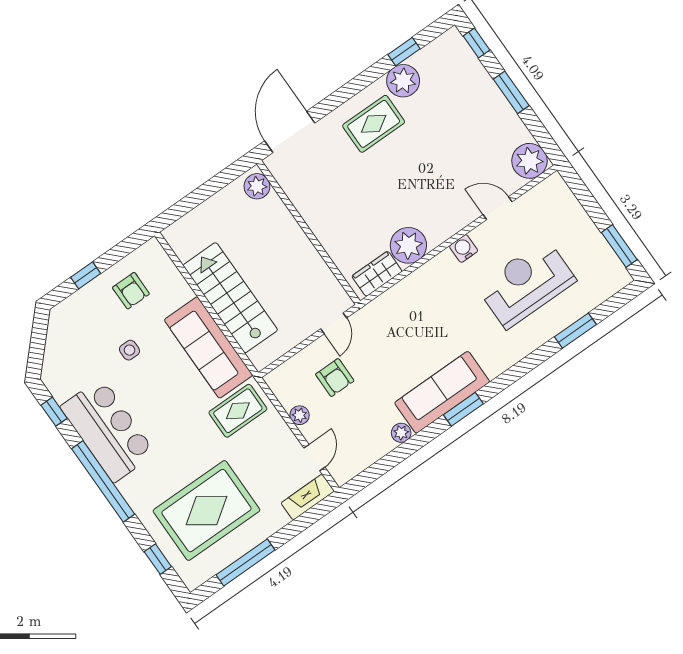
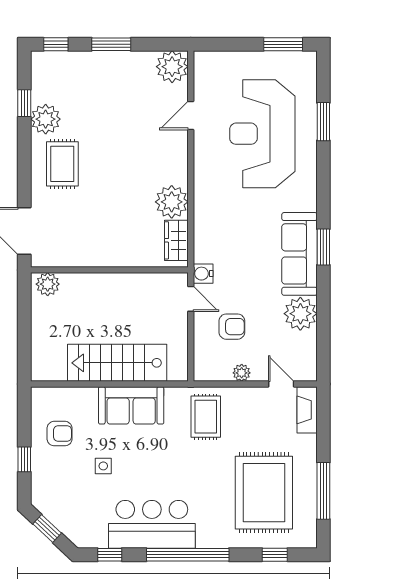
water cooler: (464, 248) -> (203, 274), moved
reception desk: (526, 284) -> (262, 134), width x1.36, depth x1.30
window: (38, 339) -> (47, 529), added
sofa: (208, 348) -> (131, 405), width x0.73
plant: (401, 433) -> (300, 314), width x1.87, depth x1.87

